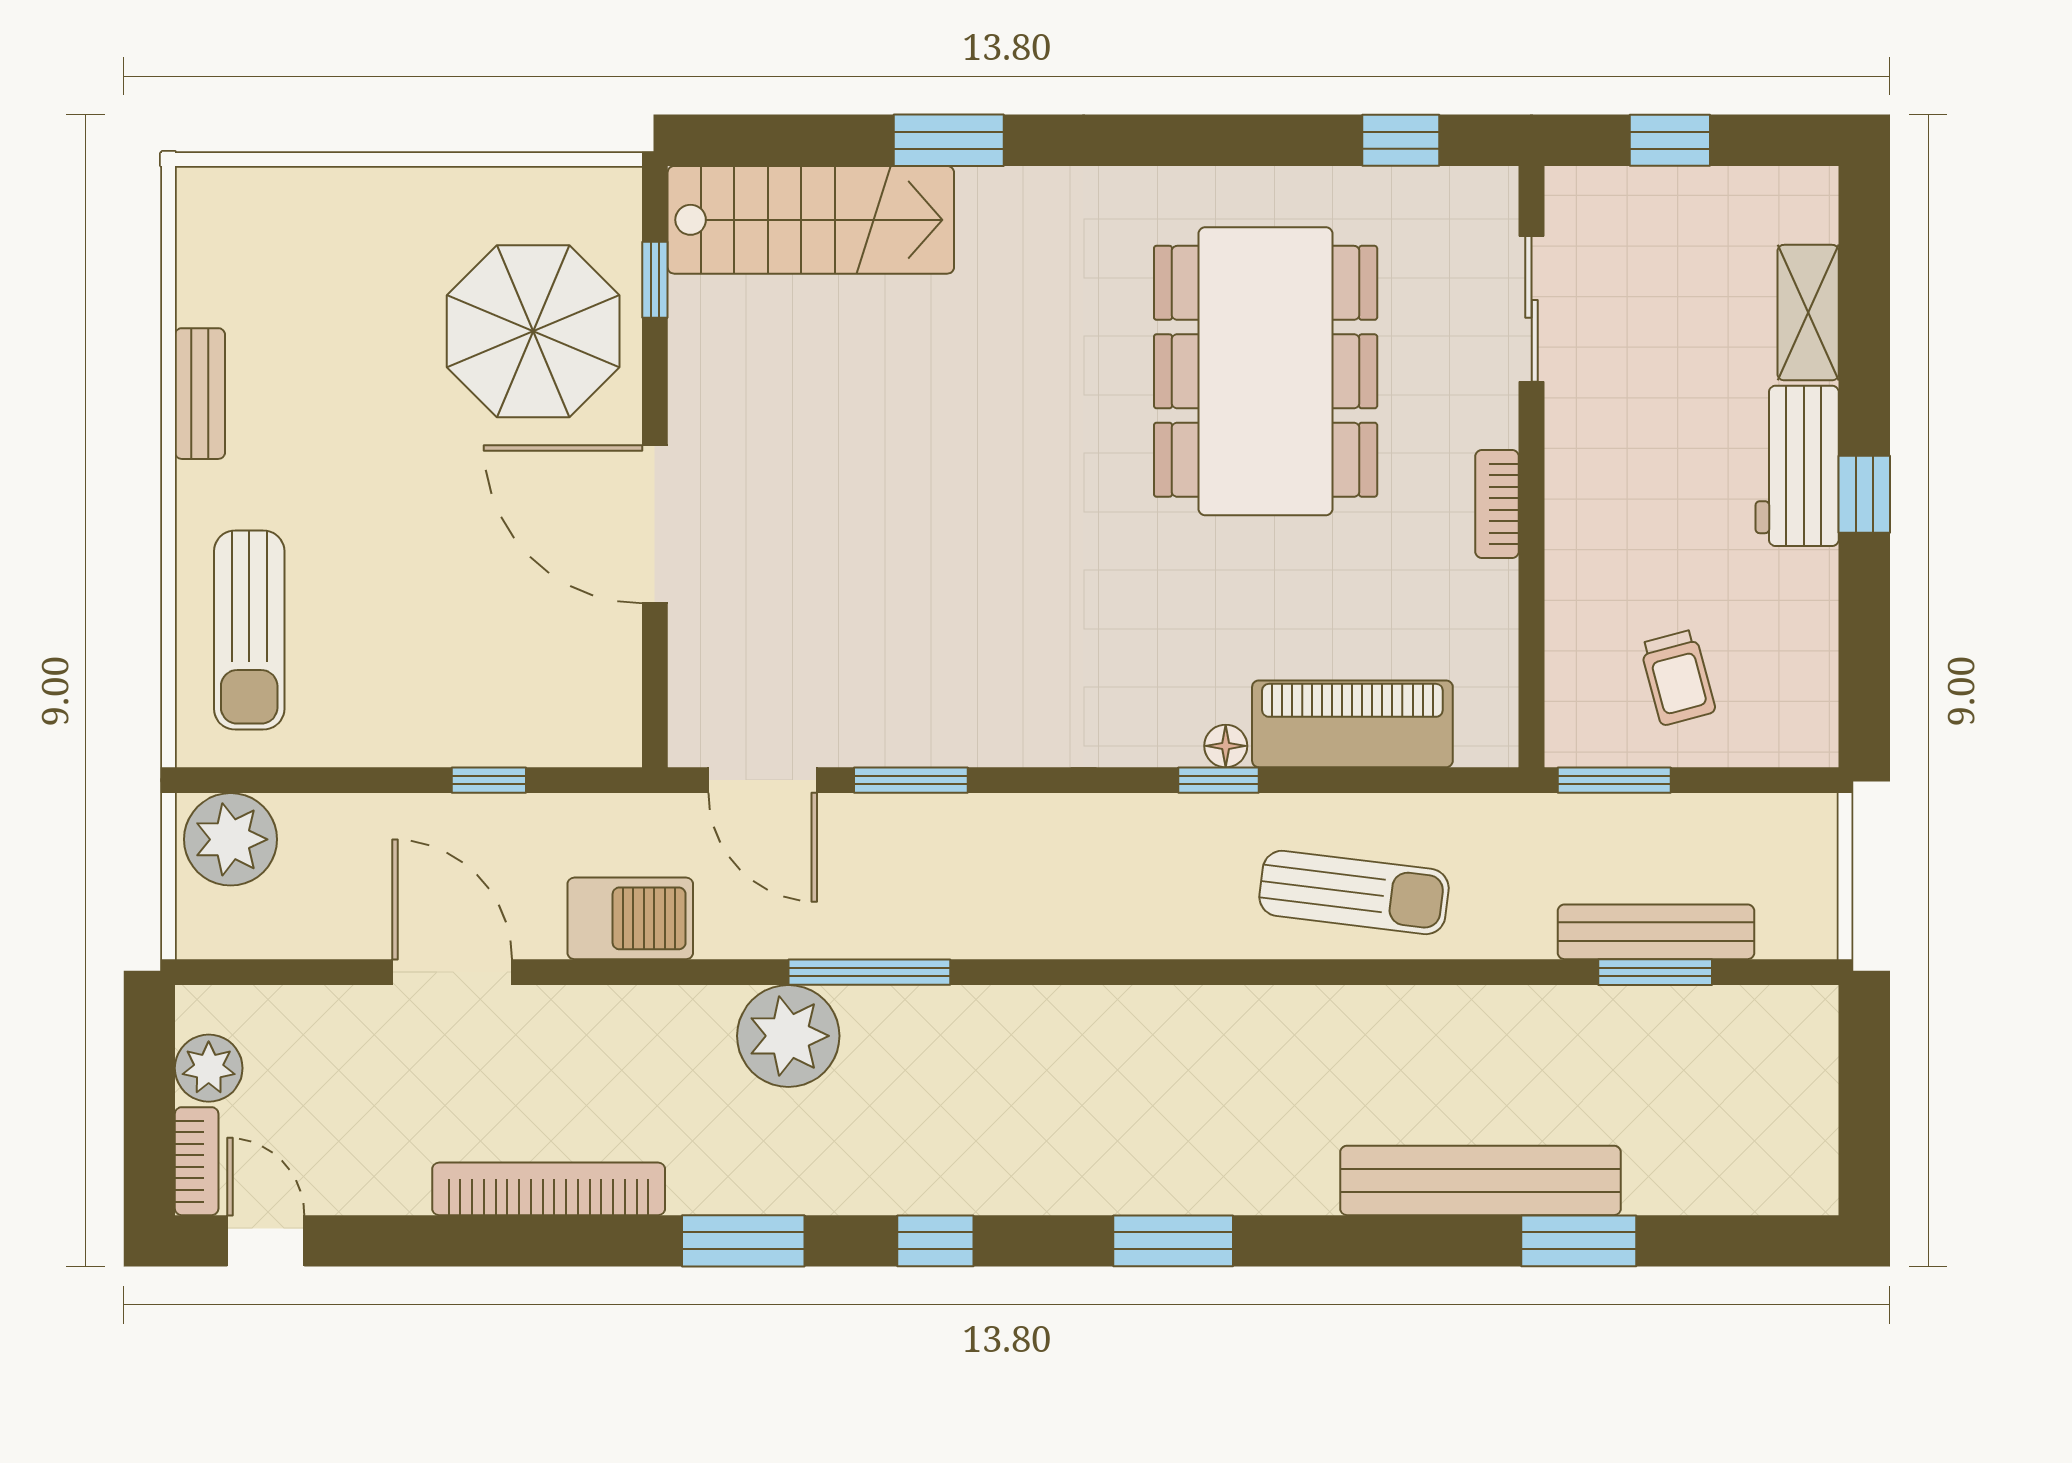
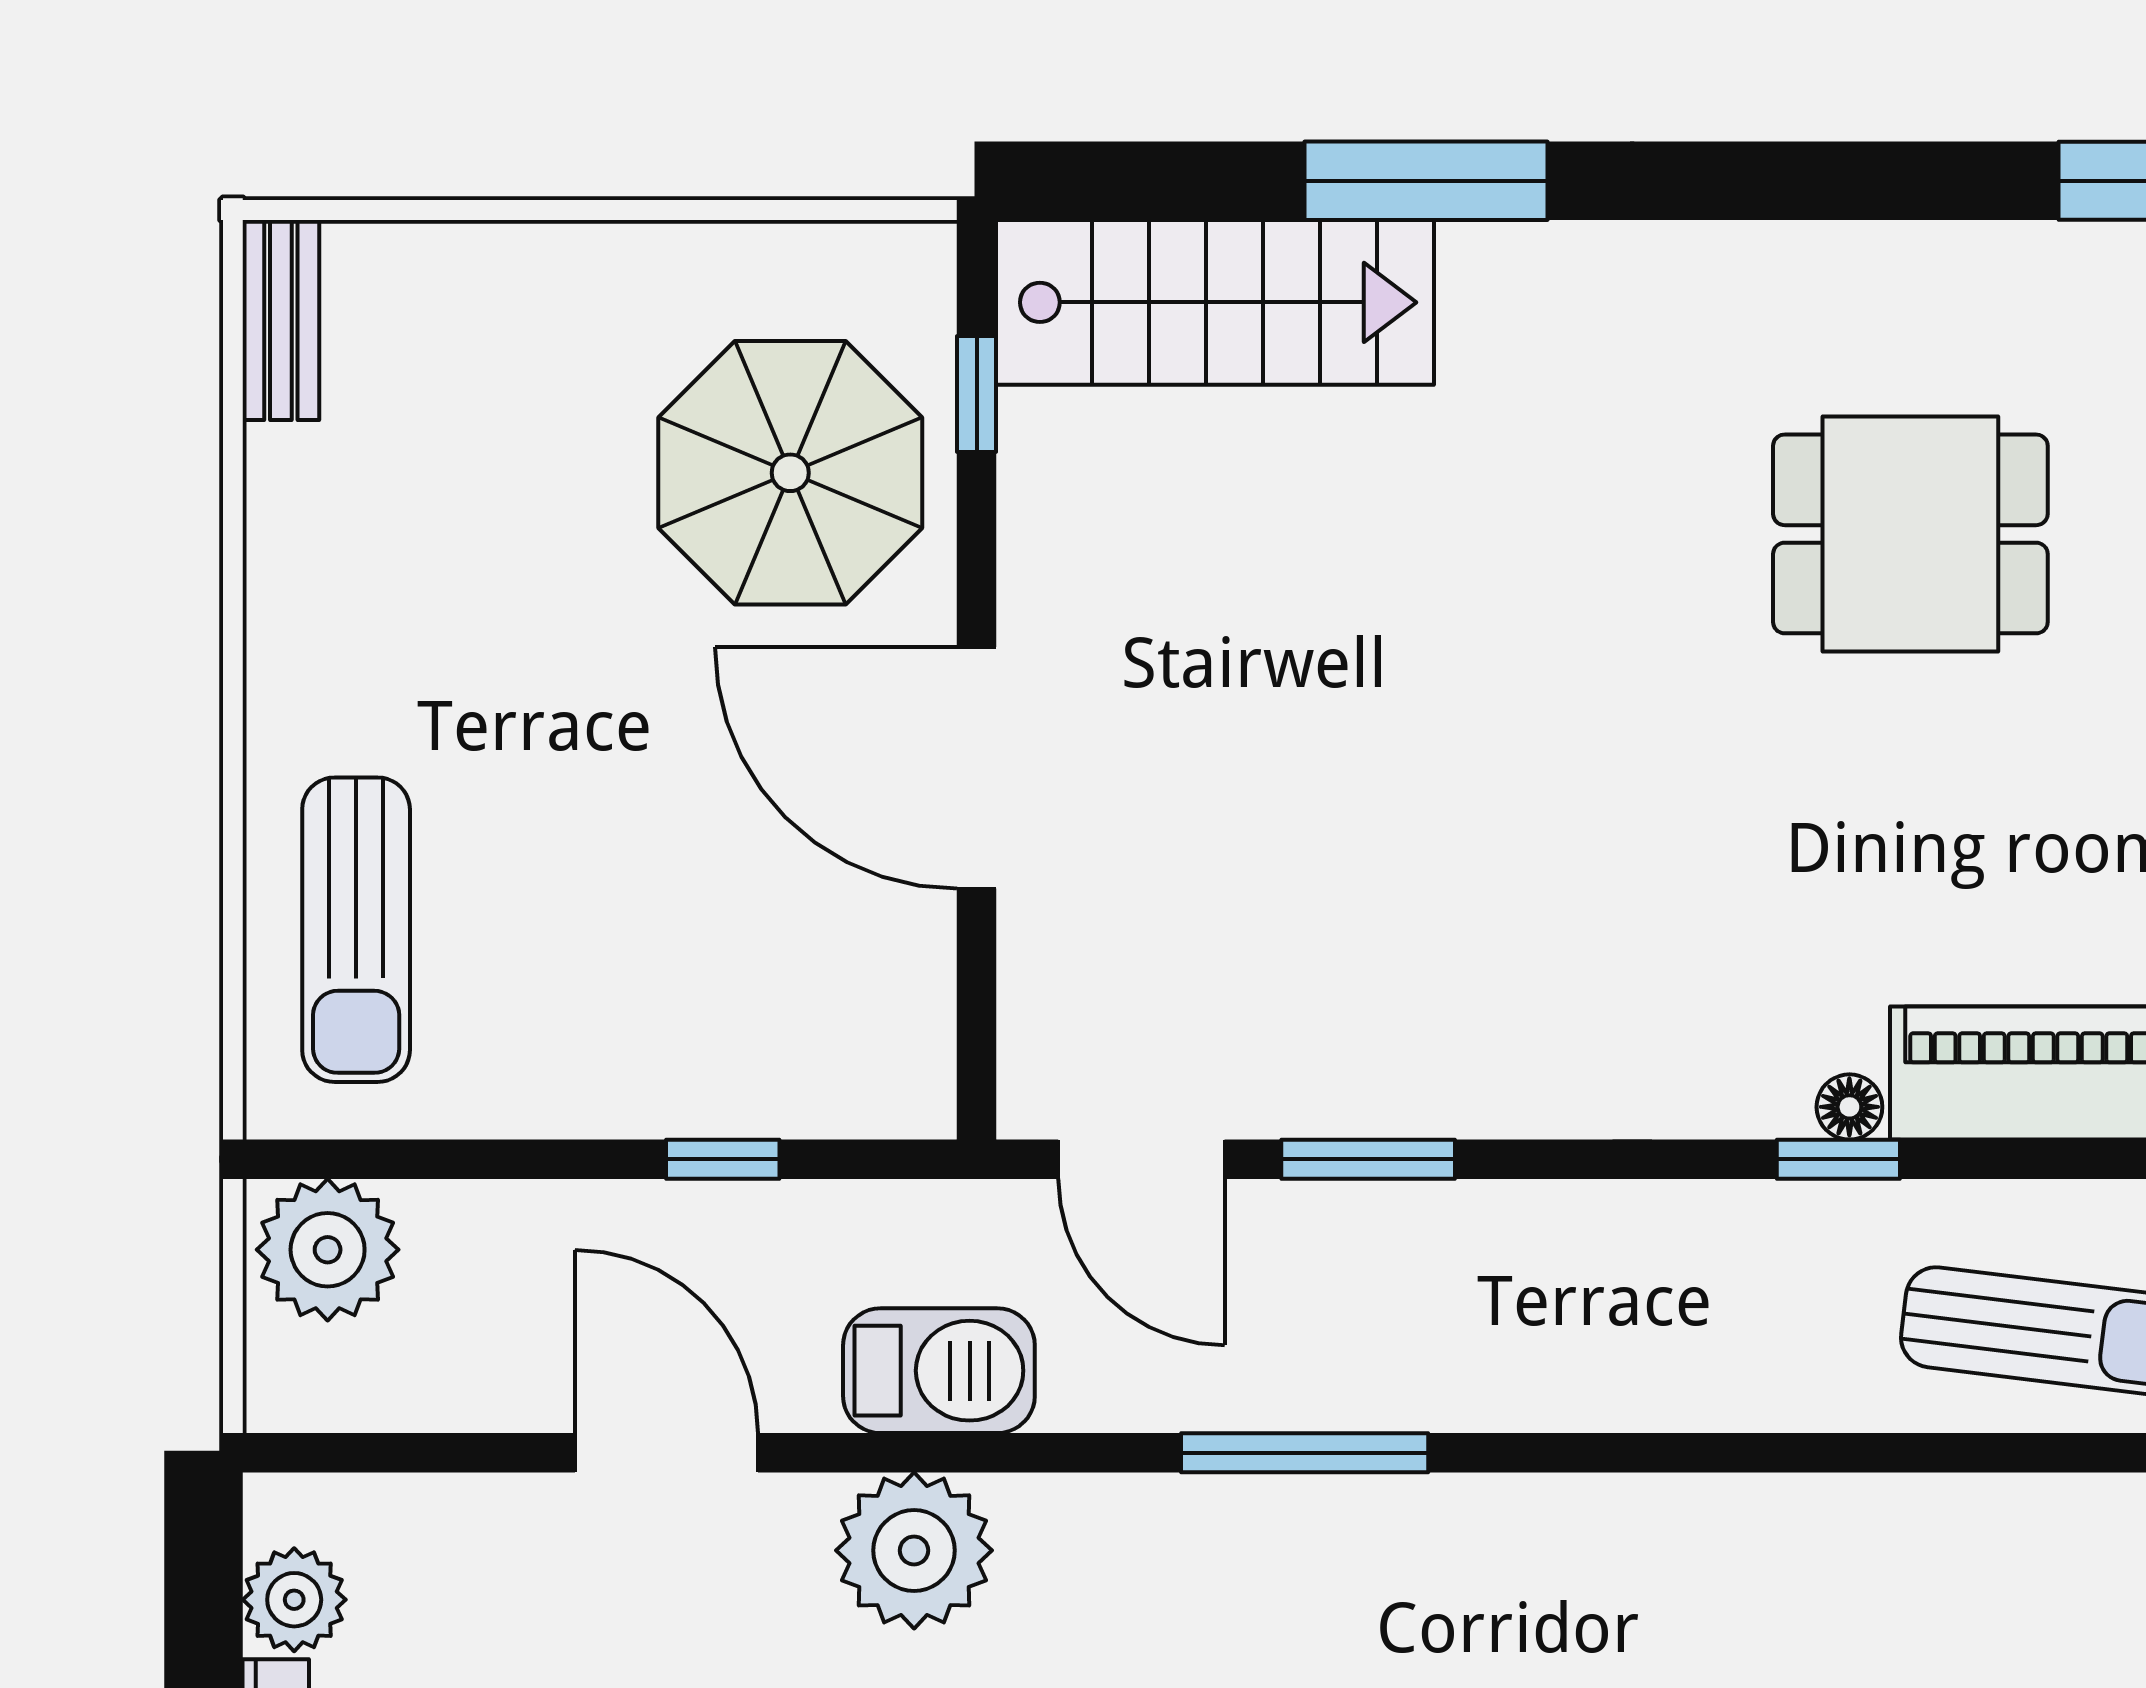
window: (949, 140) -> (1426, 181), width x1.44
dining table: (1266, 371) -> (1910, 534), width x0.53, depth x0.80
bench: (200, 394) -> (281, 320), moved
plant: (788, 1036) -> (914, 1550), moved

